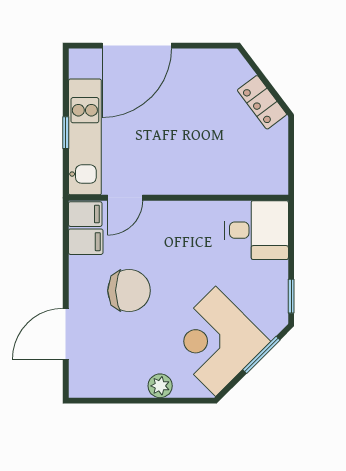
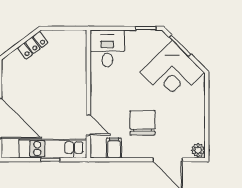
filing cabinet: (85, 214) -> (98, 148), removed
plant: (160, 386) -> (198, 150), moved

